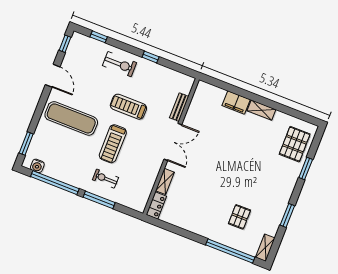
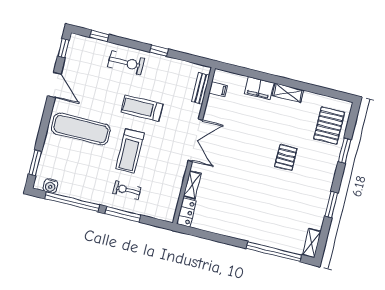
filing cabinet: (199, 99) -> (218, 89), added
bench: (179, 107) -> (201, 88), moved
pallet: (239, 217) -> (286, 157), moved

